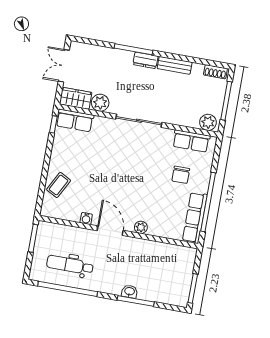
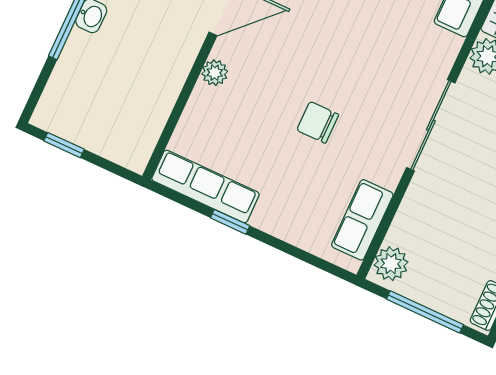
chair: (181, 175) -> (318, 122), moved
window: (208, 202) -> (230, 222), width x0.32
window: (193, 288) -> (64, 145), width x0.67

